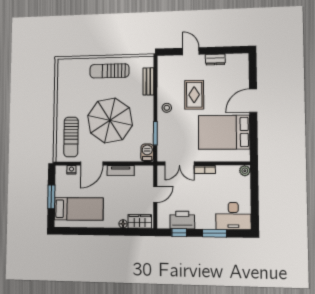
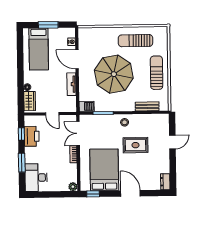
dresser: (215, 60) -> (165, 182), moved
sun lounger: (71, 137) -> (135, 41), moved
window: (254, 146) -> (93, 194), added

